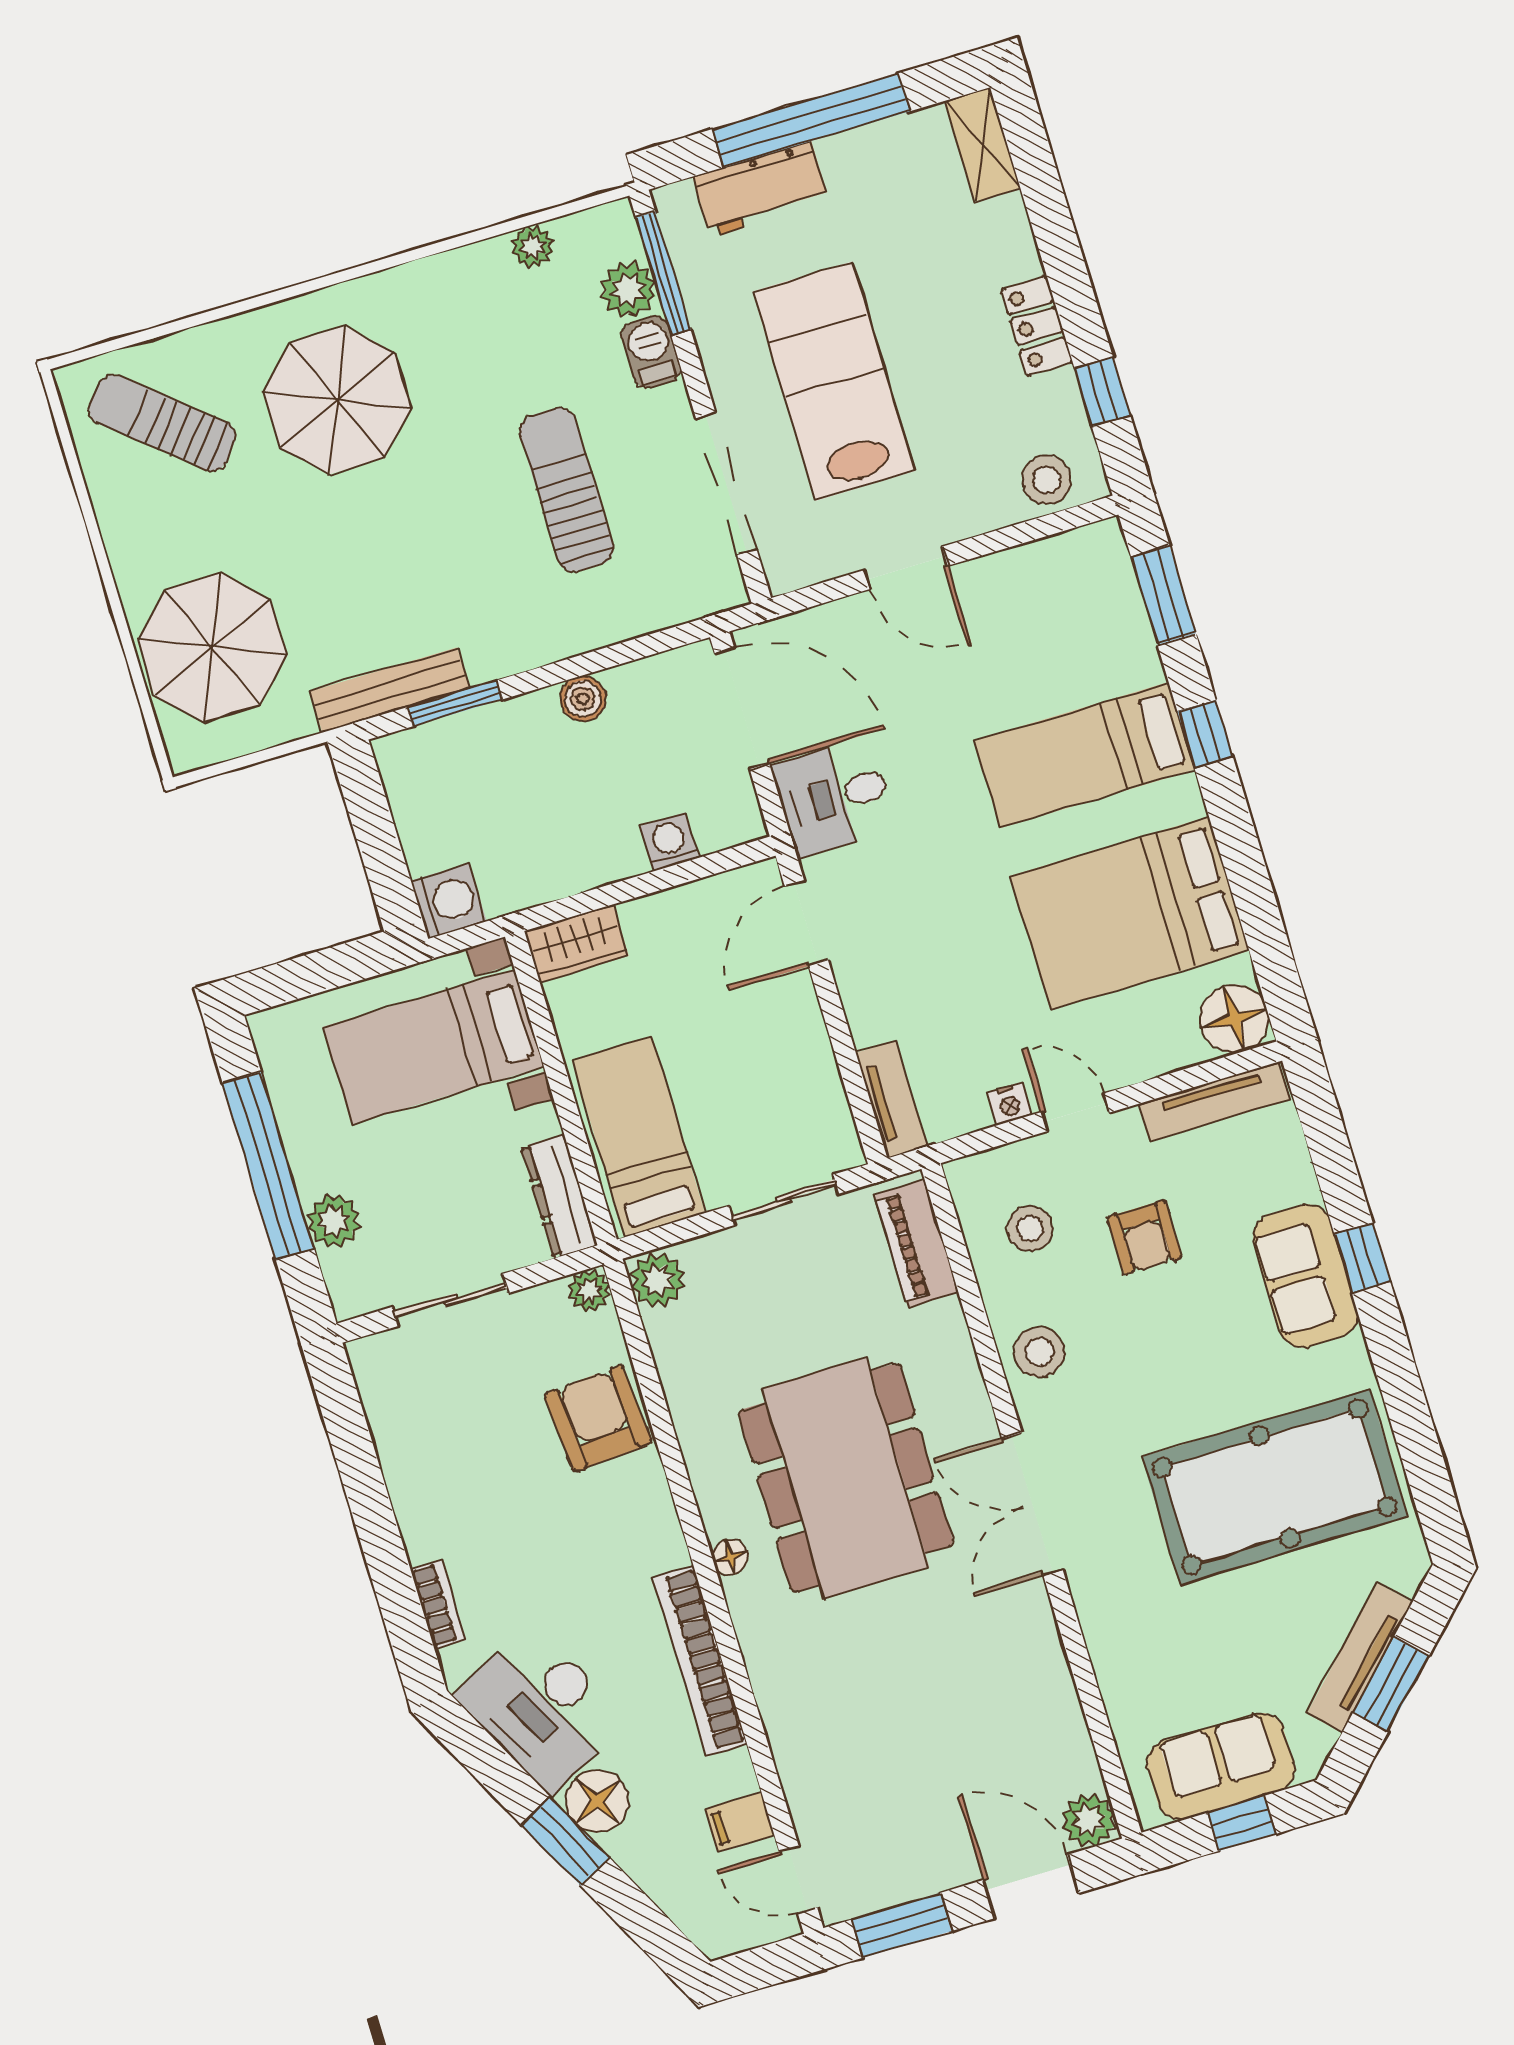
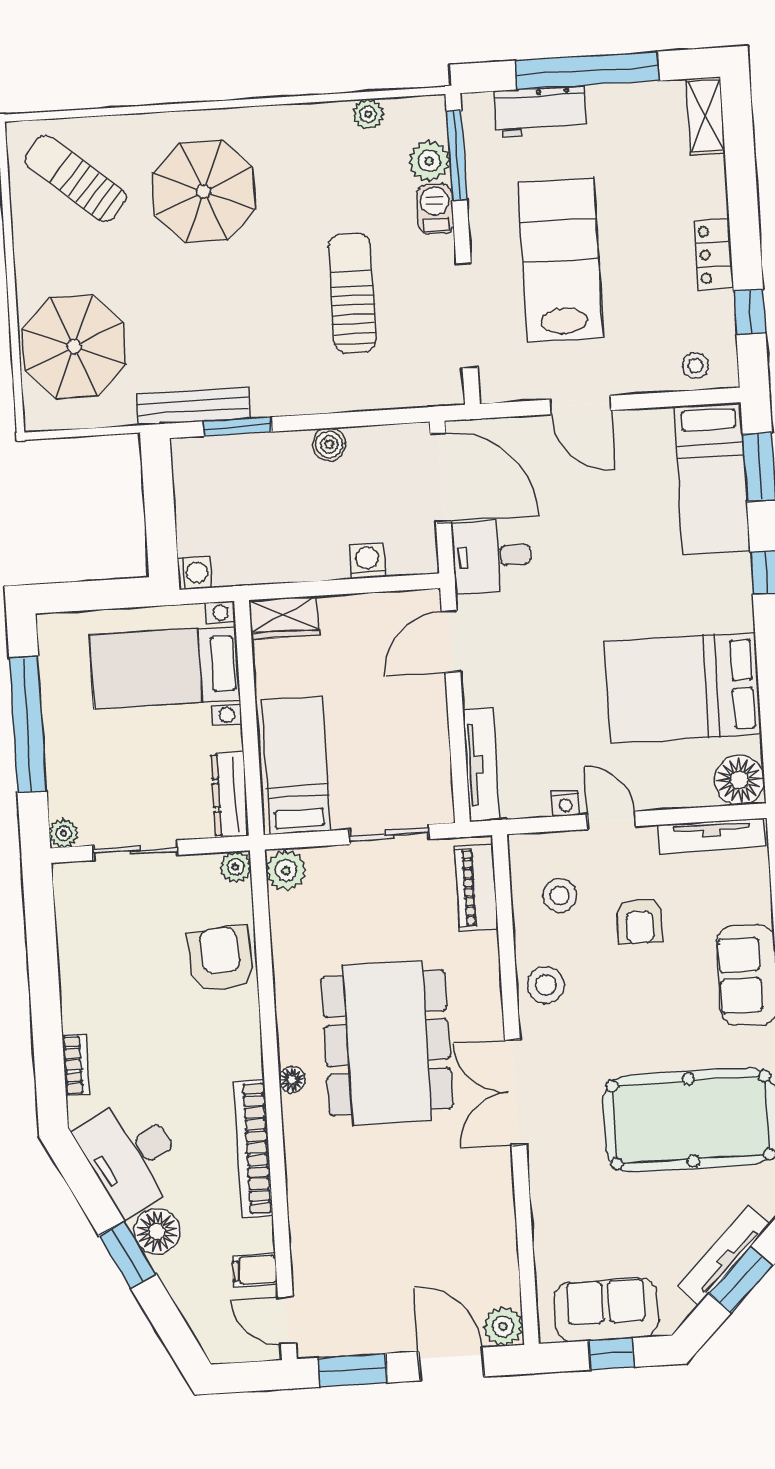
stool: (1047, 480) -> (695, 366), width x0.73, depth x0.73
bed: (1085, 755) -> (712, 478), moved, turned -90
washing machine: (449, 901) -> (194, 573), width x0.73, depth x0.73
tv unit: (892, 1100) -> (481, 764), width x1.41
plant: (334, 1221) -> (64, 833), moved, width x0.73, depth x0.73

